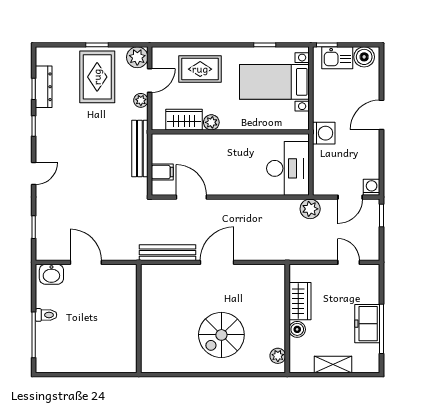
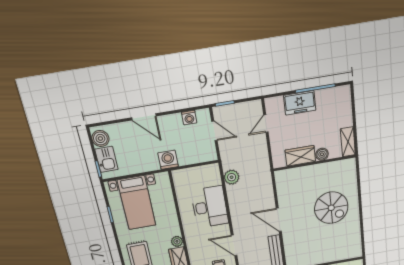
desk: (288, 168) -> (210, 207), moved, turned 90
washing machine: (372, 187) -> (189, 118), moved, turned -90
door: (191, 197) -> (234, 245), hinge flipped
plant: (310, 209) -> (232, 177), moved
freezer: (367, 324) -> (300, 103), moved
plant: (278, 356) -> (343, 165), removed
shelving: (333, 364) -> (348, 142), moved

